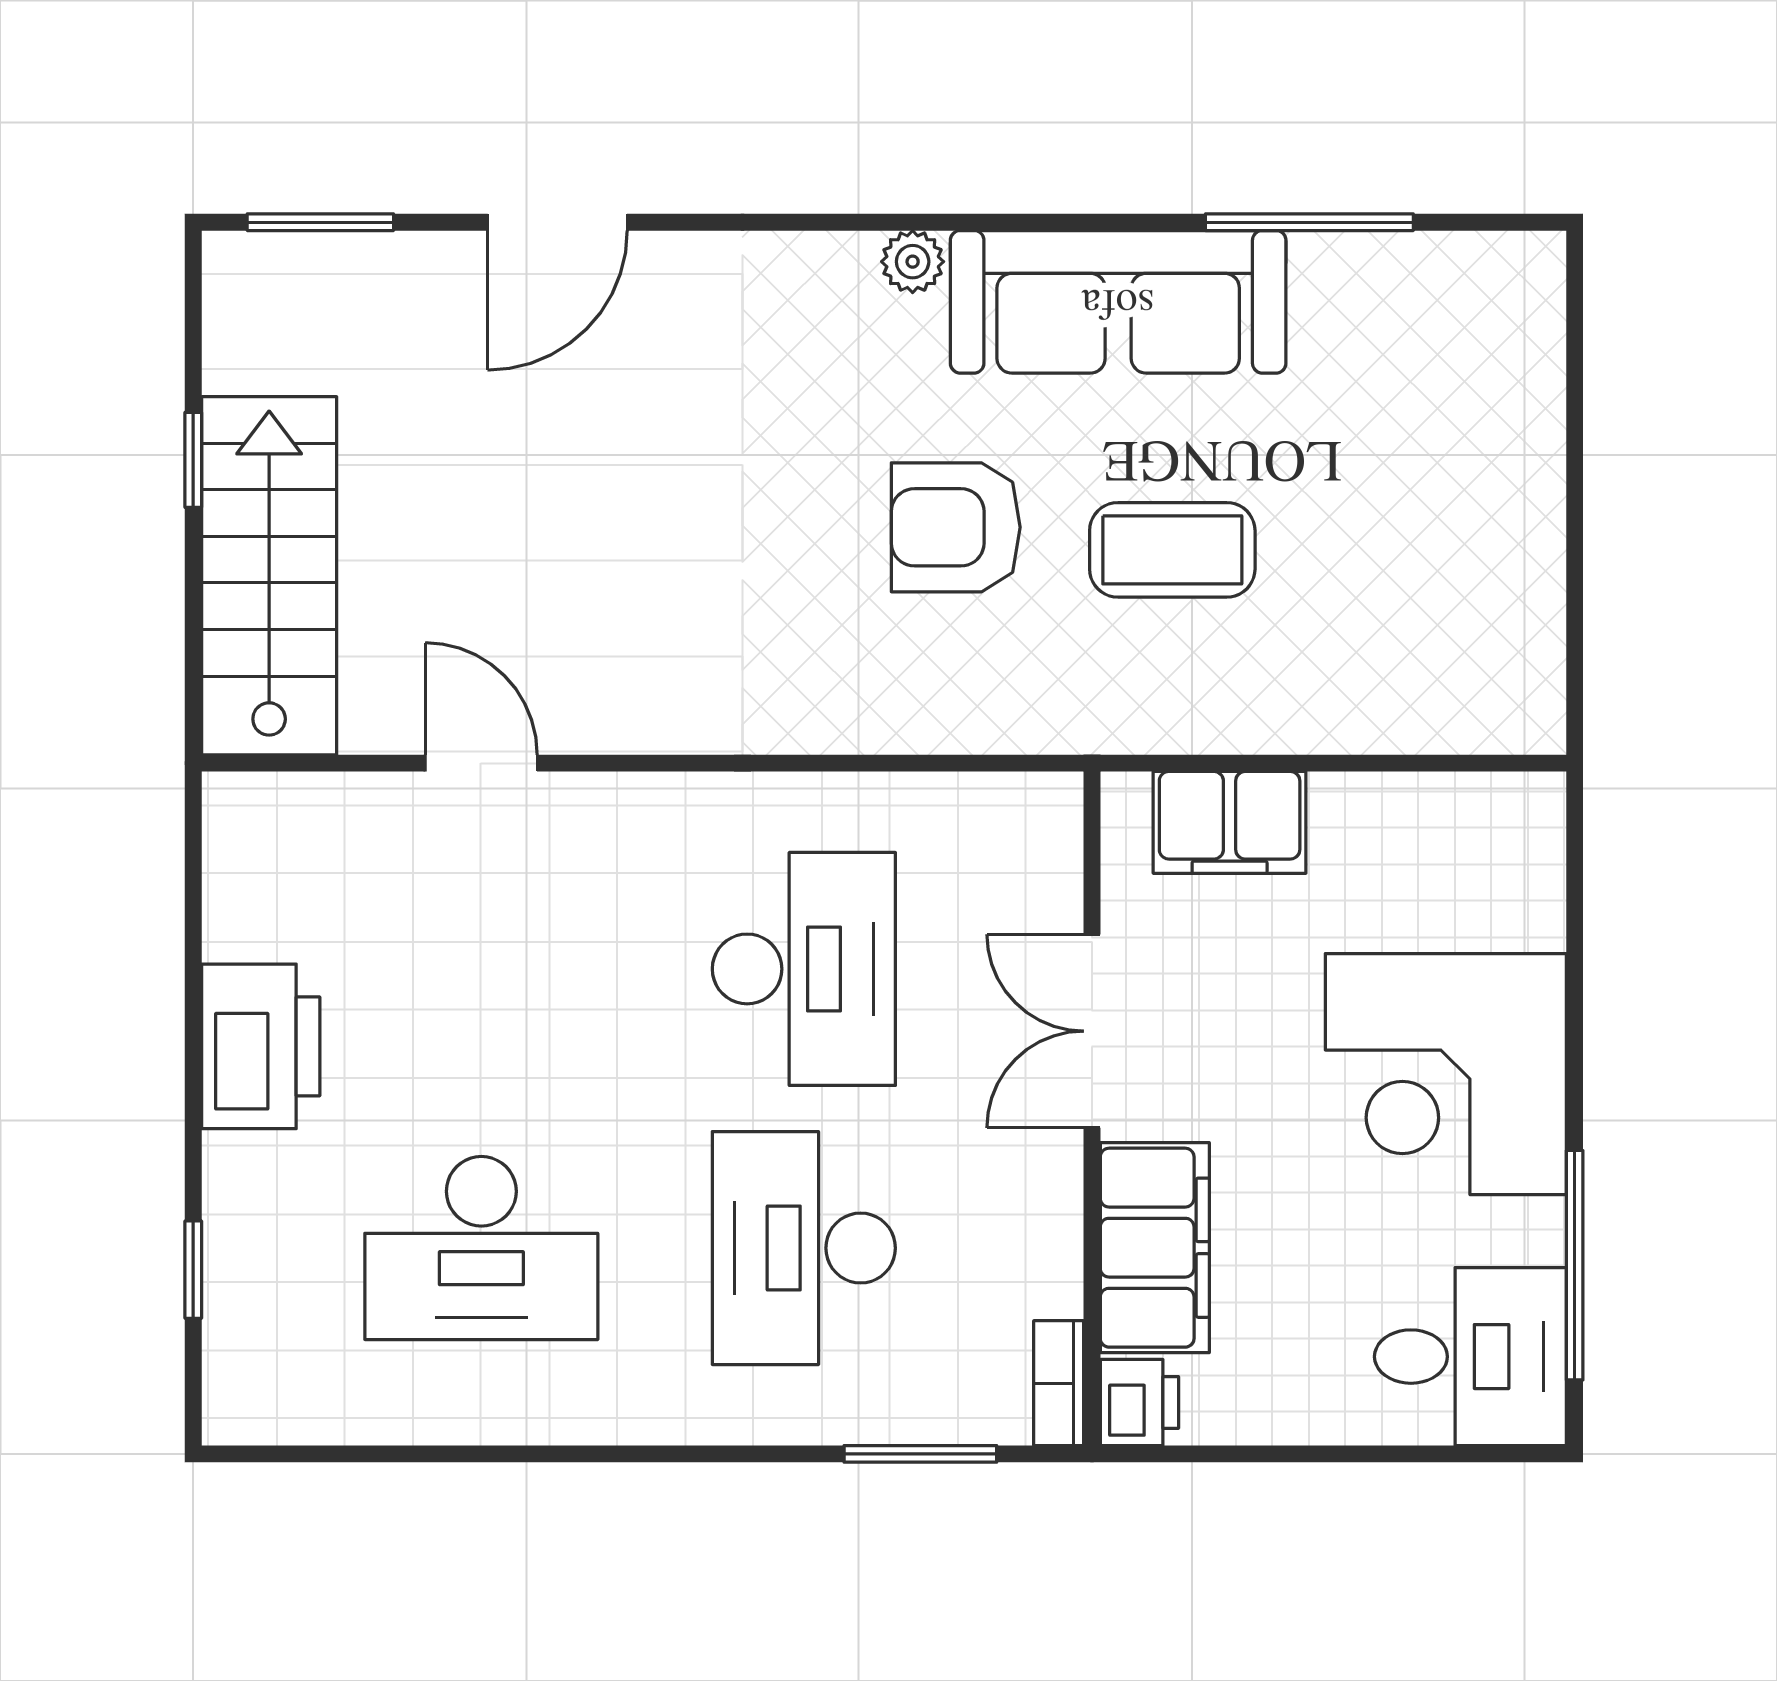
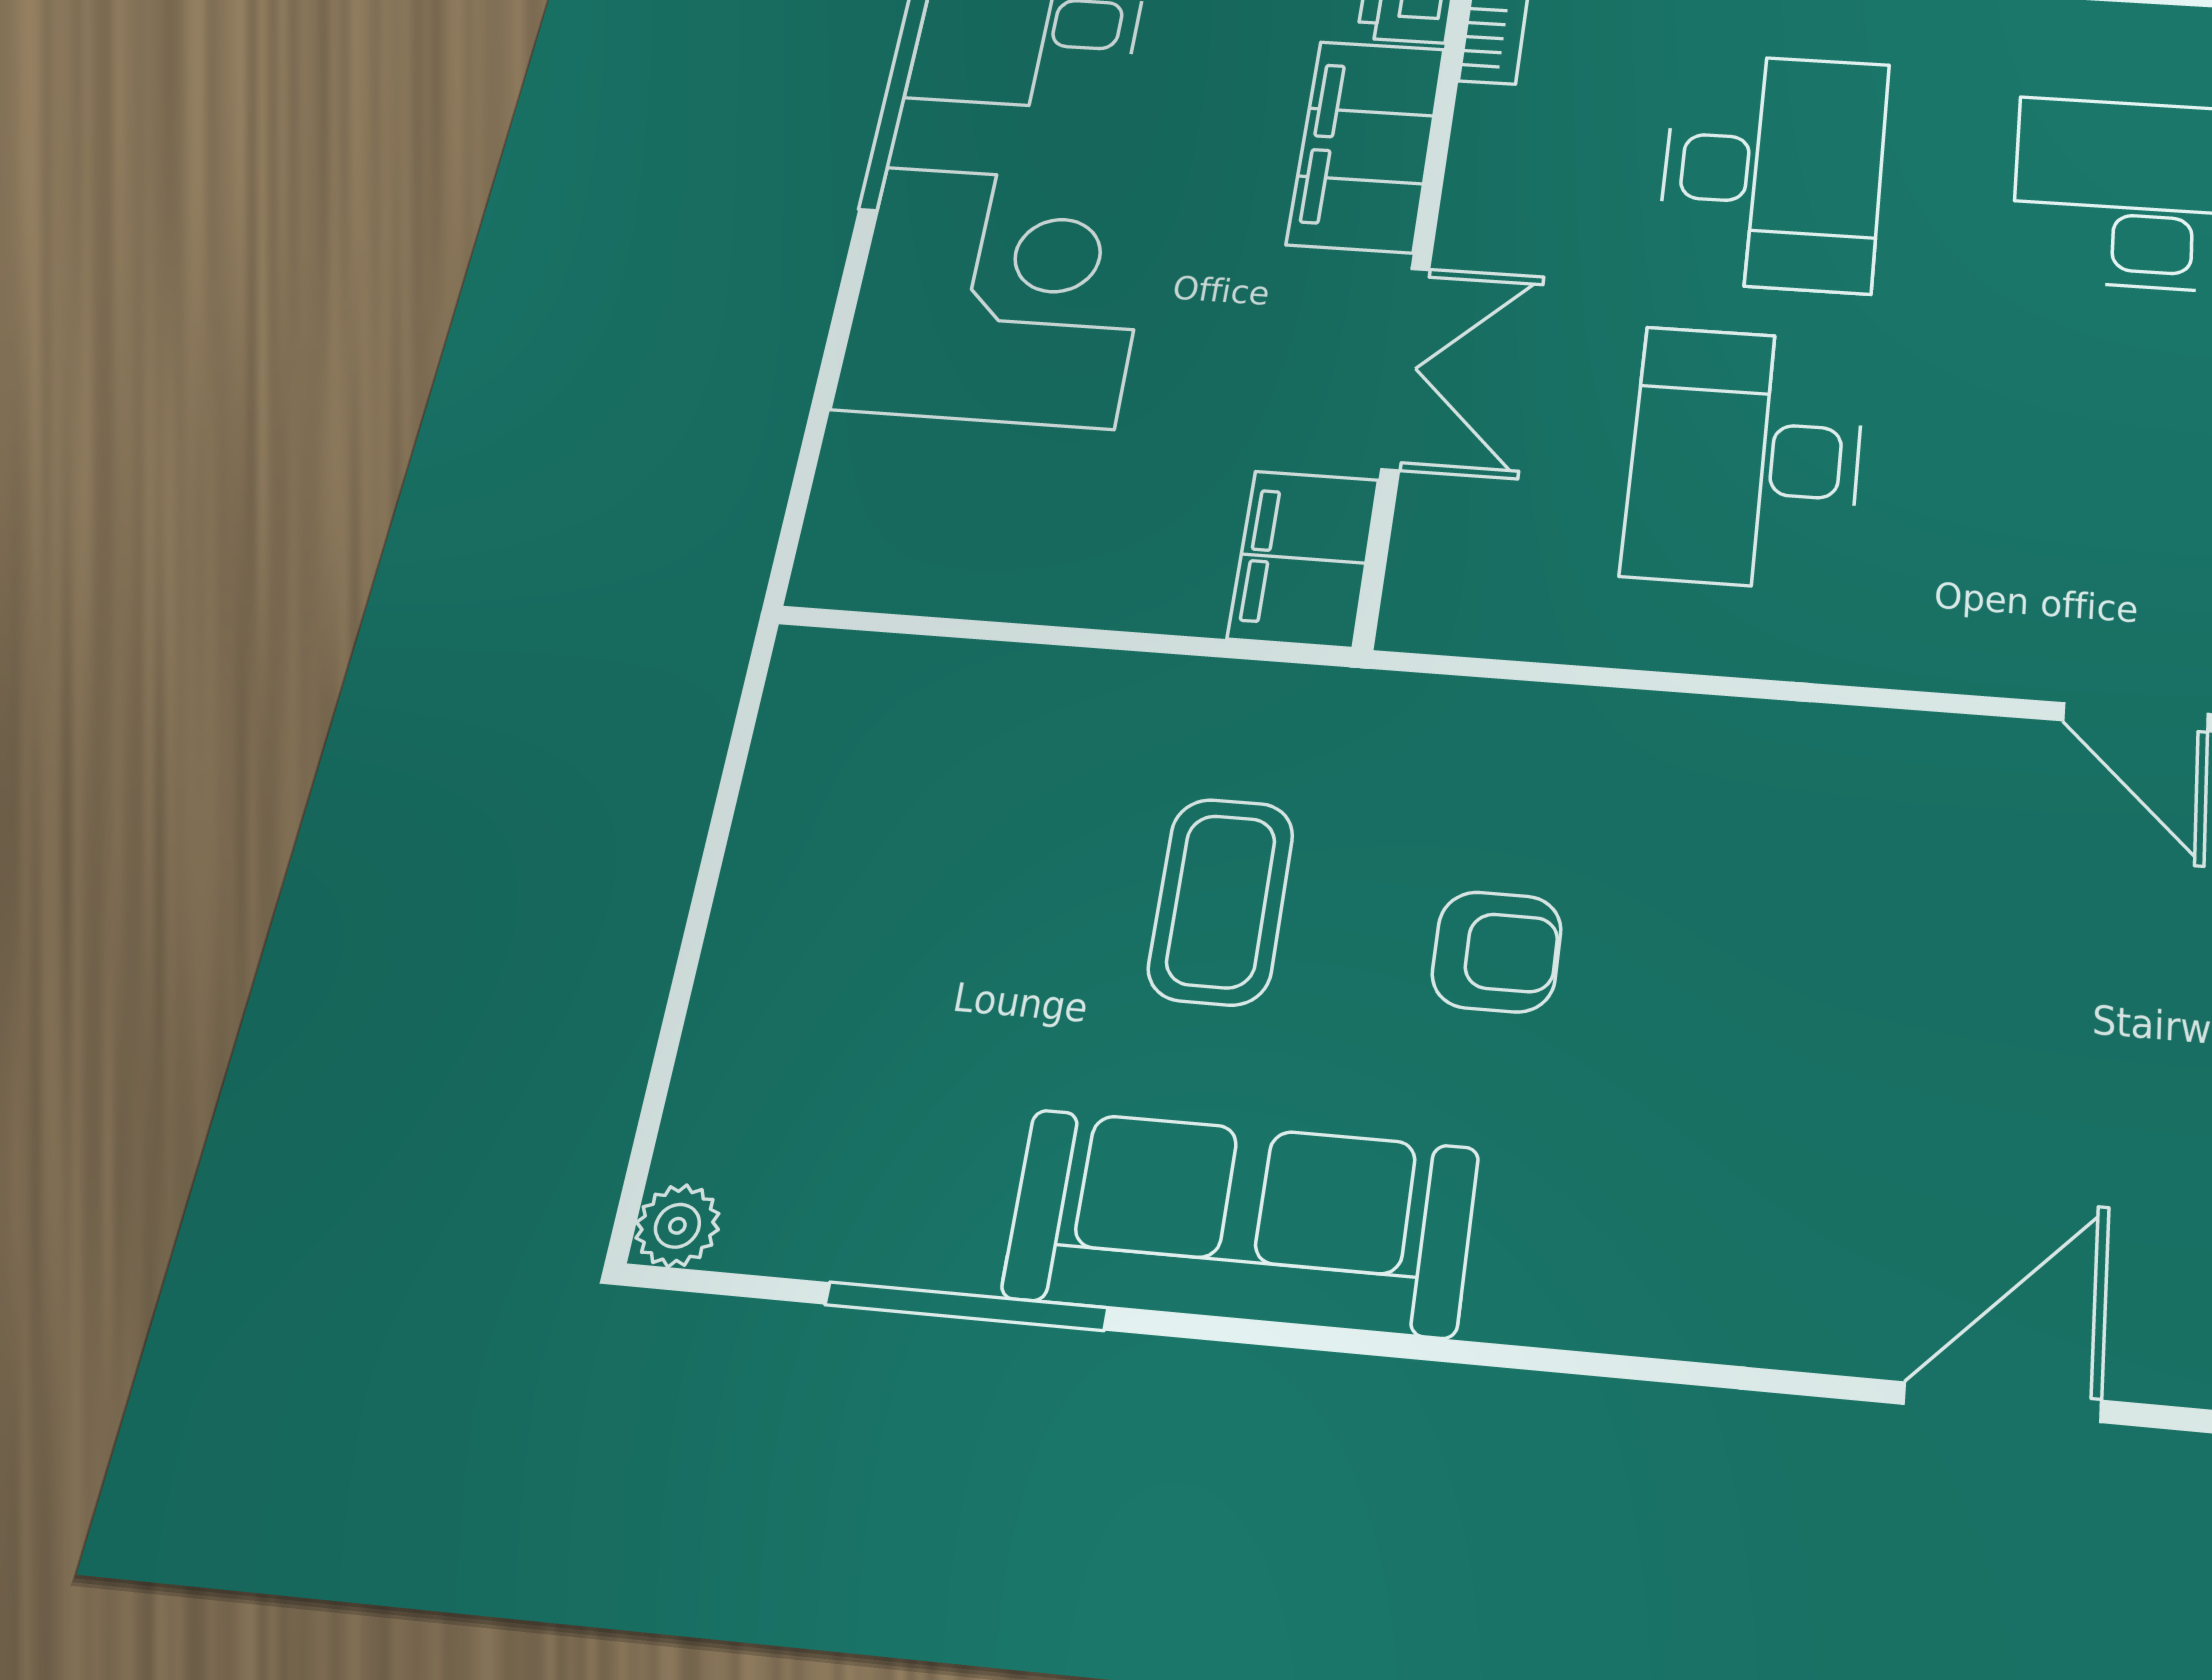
plant: (913, 262) -> (677, 1226), moved
armchair: (956, 527) -> (1497, 952), width x0.72, depth x0.72
coffee table: (1172, 550) -> (1221, 901), turned 90
filing cabinet: (1230, 822) -> (1304, 559), moved, turned -90

